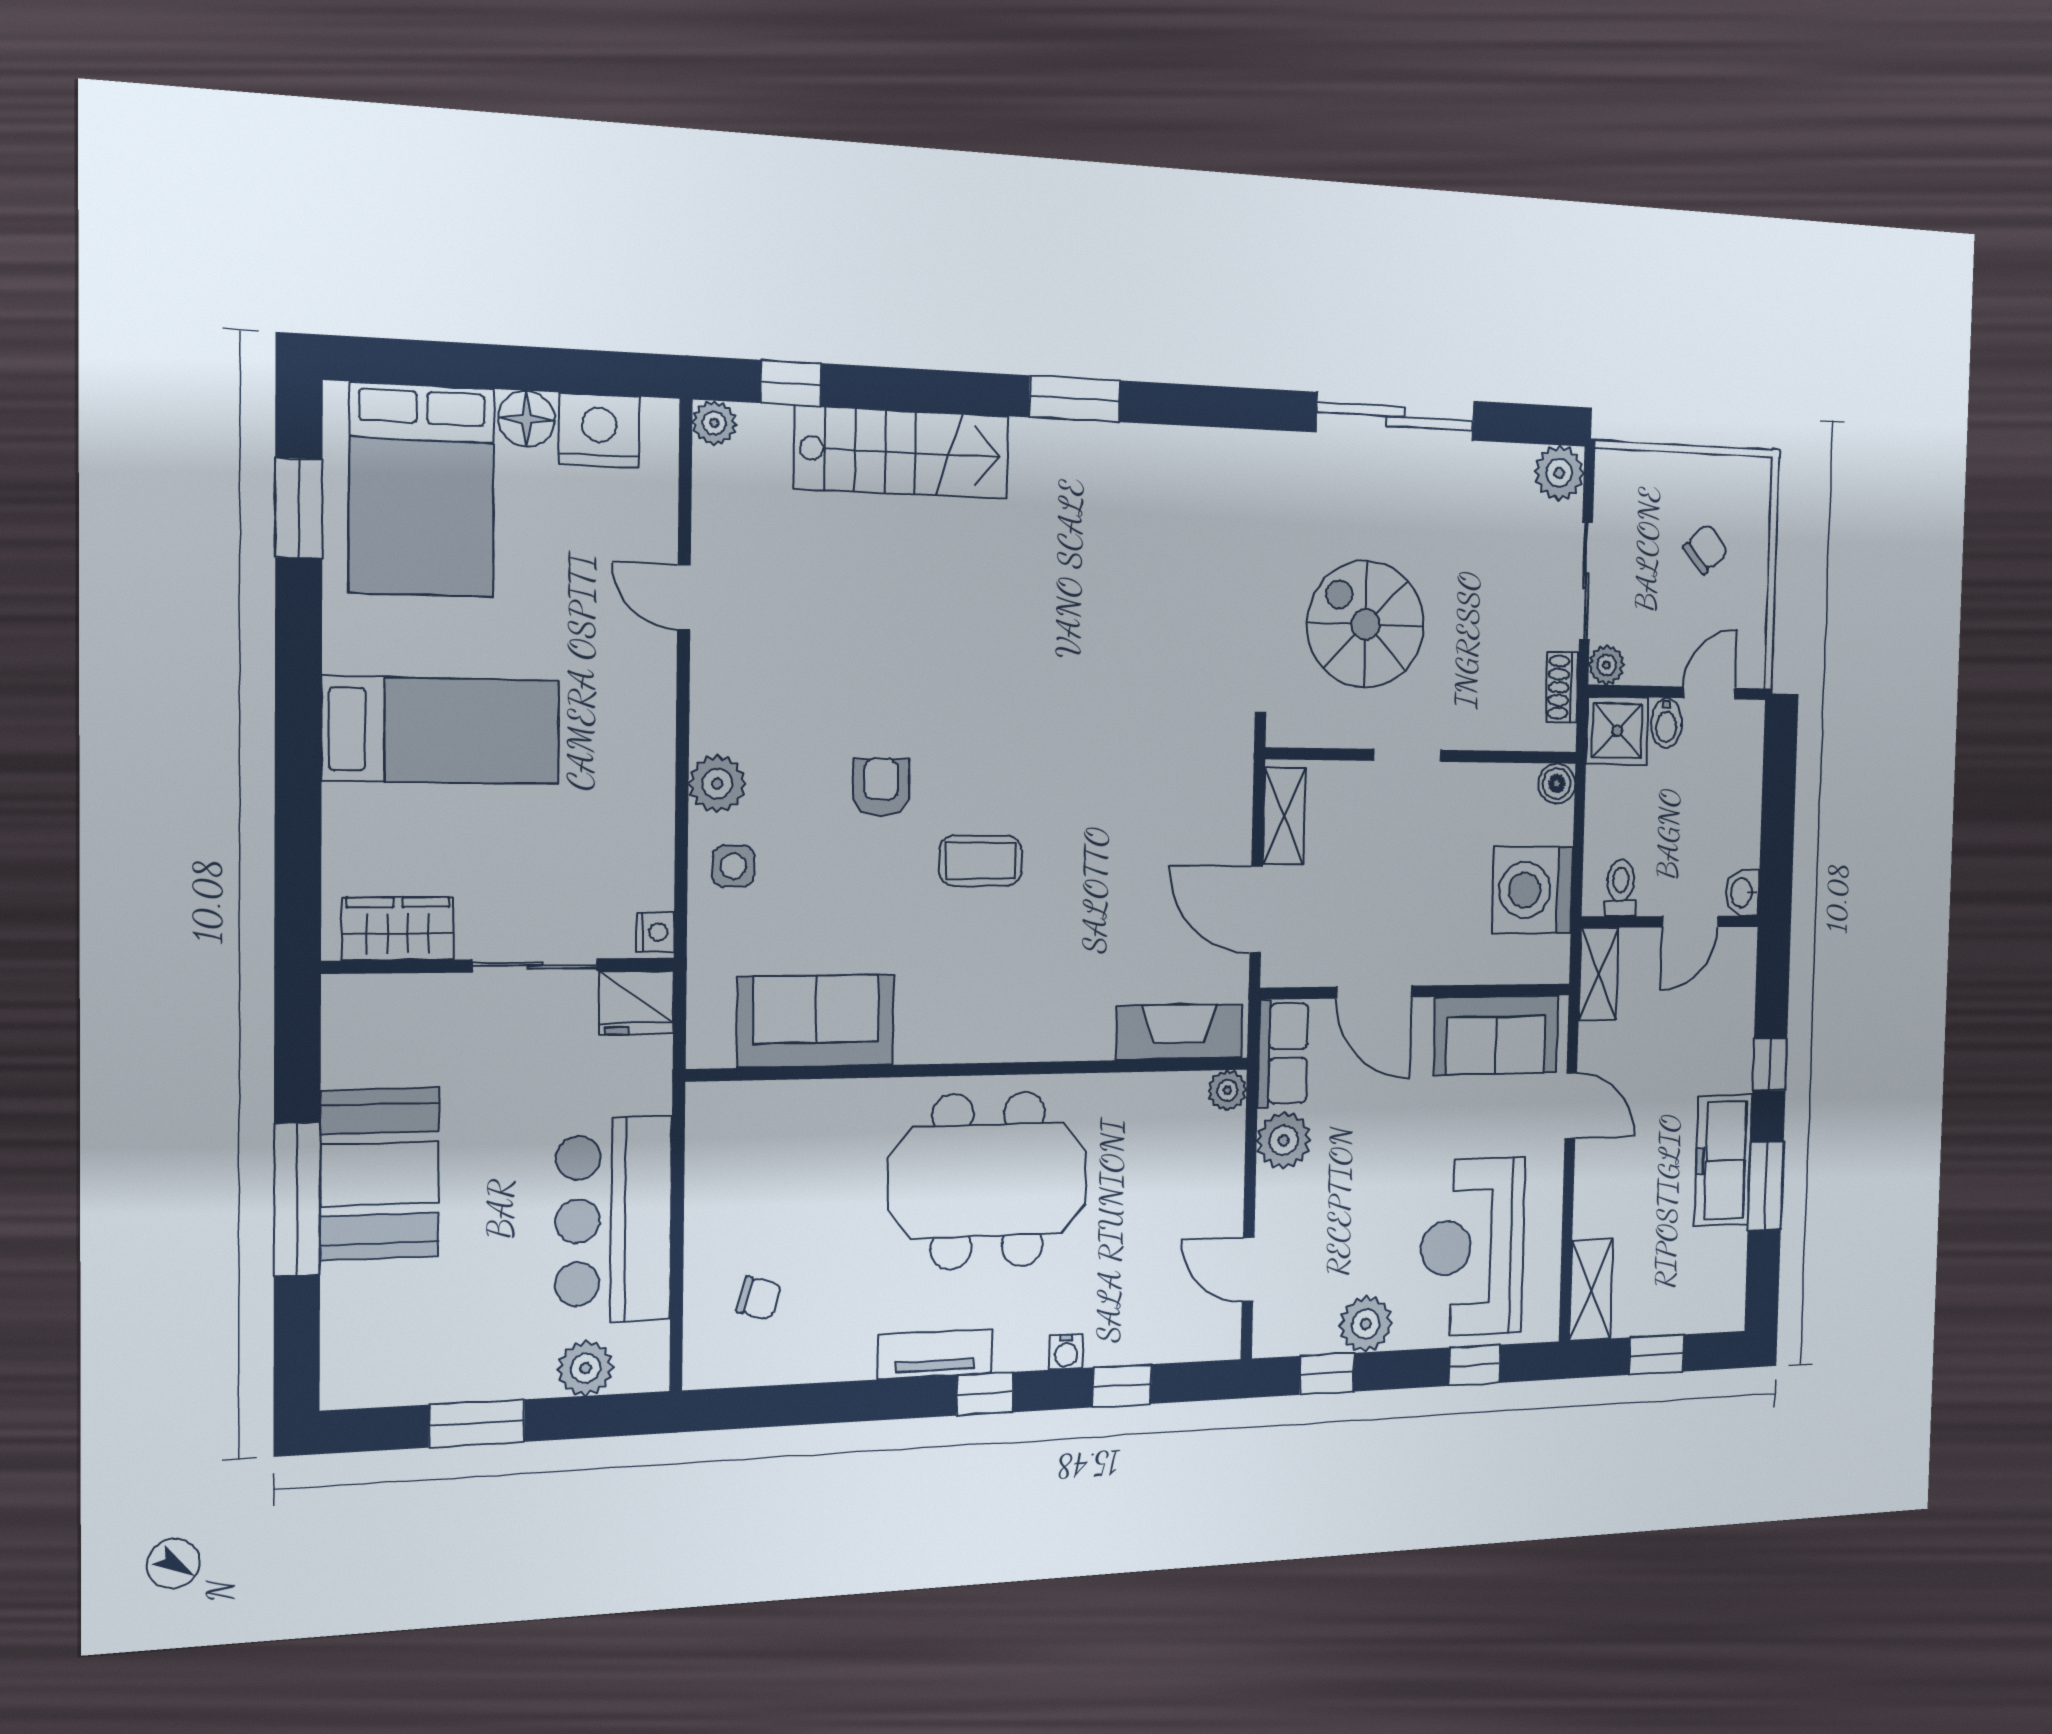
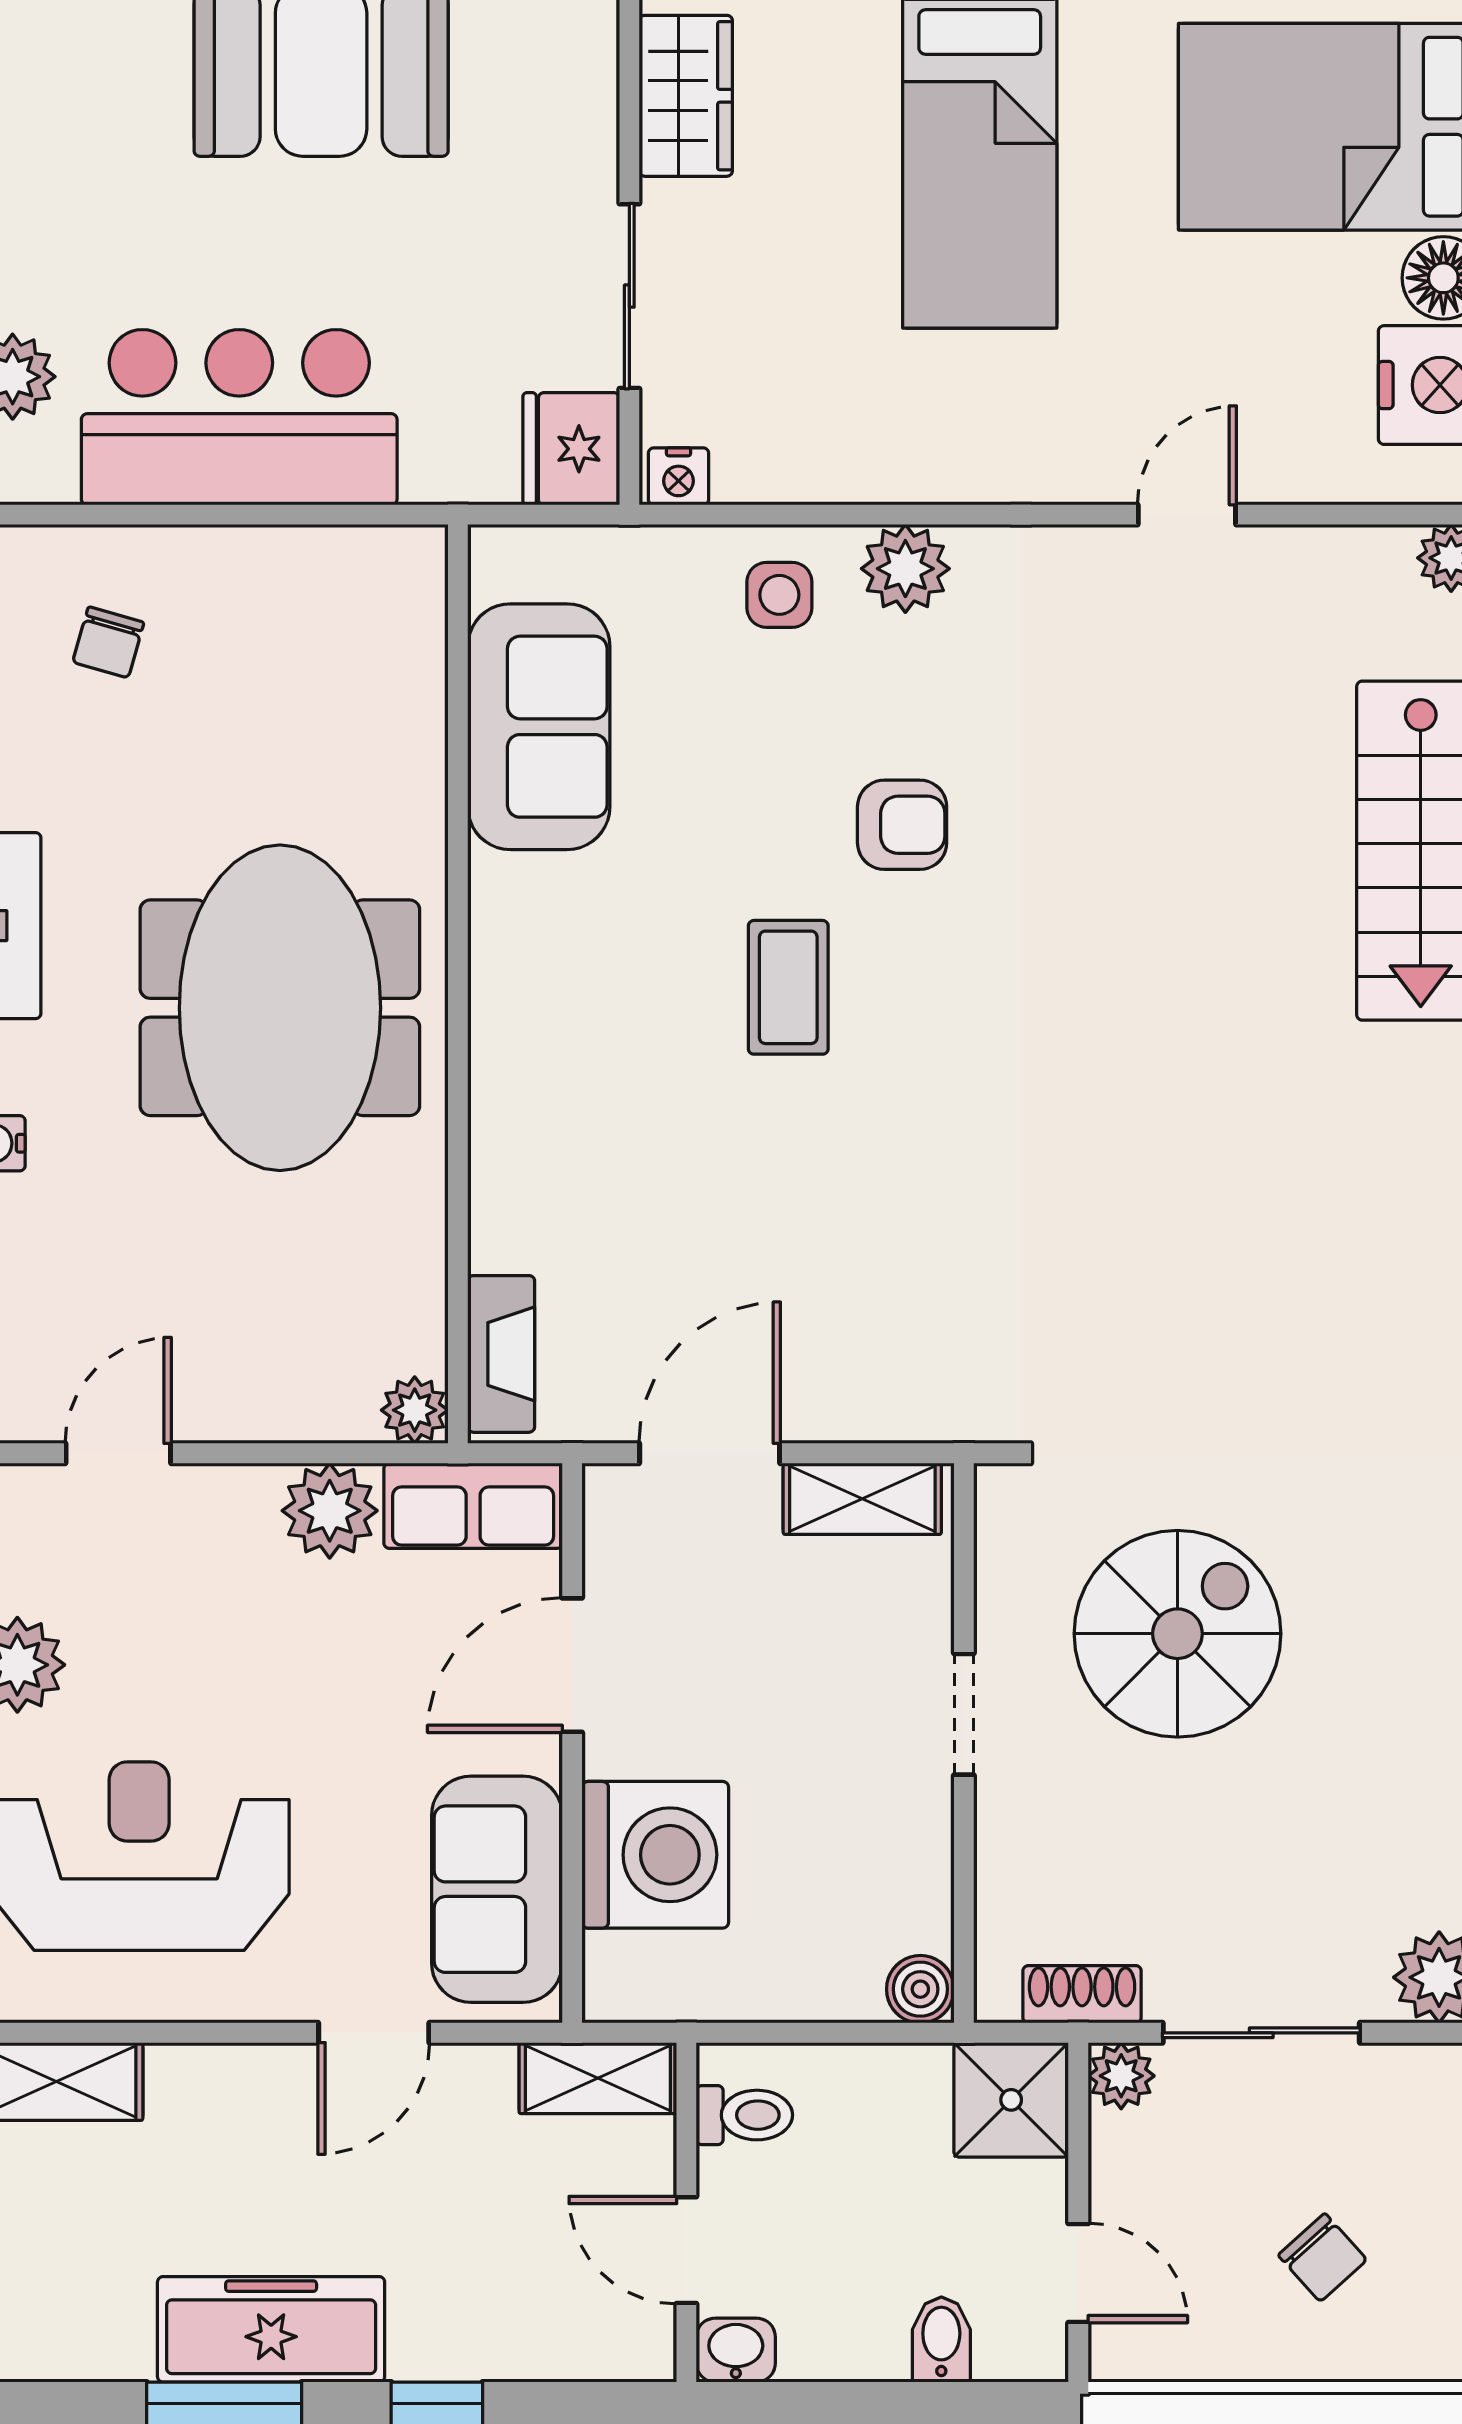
bidet: (1666, 723) -> (941, 2340), moved, turned 90
washing machine: (1533, 890) -> (655, 1855), moved, turned 90
fireplace: (1179, 1032) -> (501, 1354), width x0.73, depth x0.76

